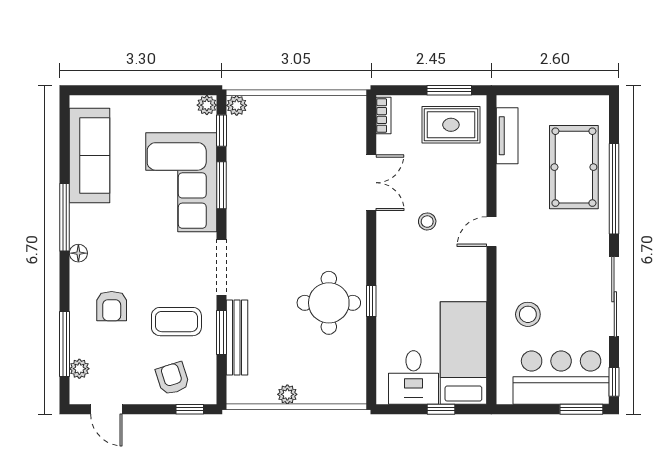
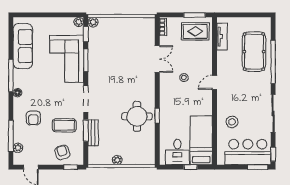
bench: (237, 337) -> (93, 133), width x0.73

